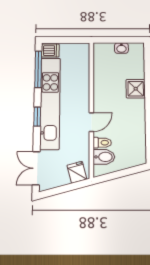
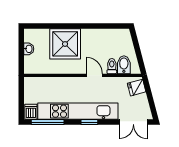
shower: (136, 89) -> (65, 44), width x1.86, depth x1.86

